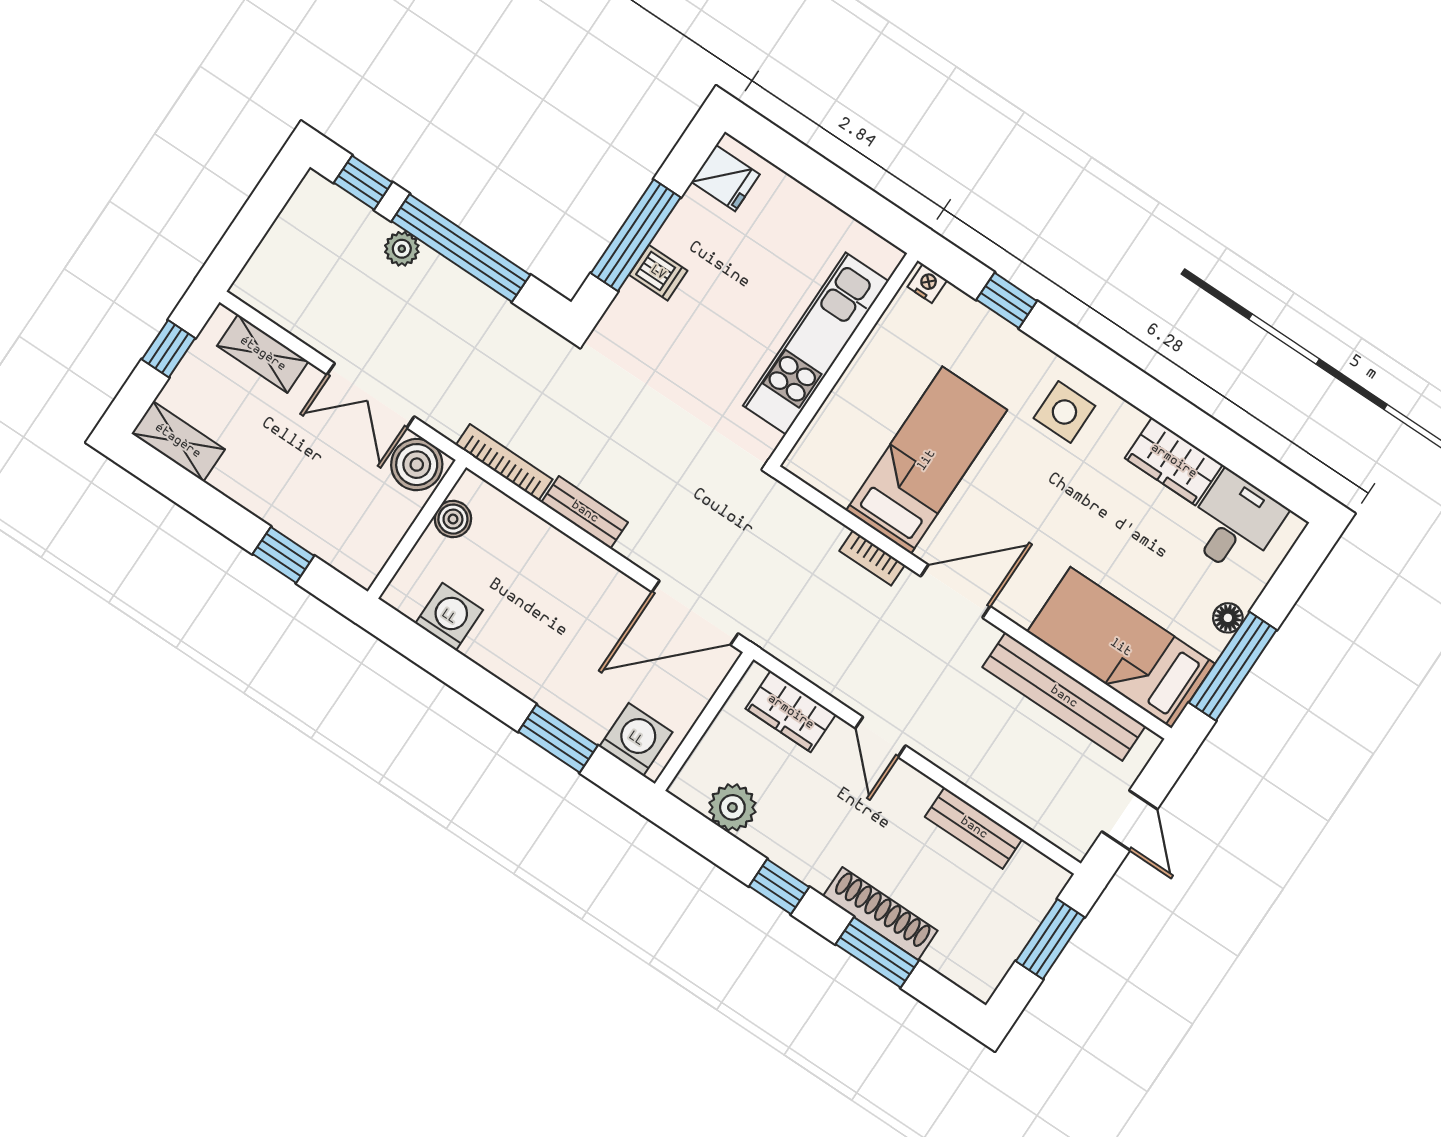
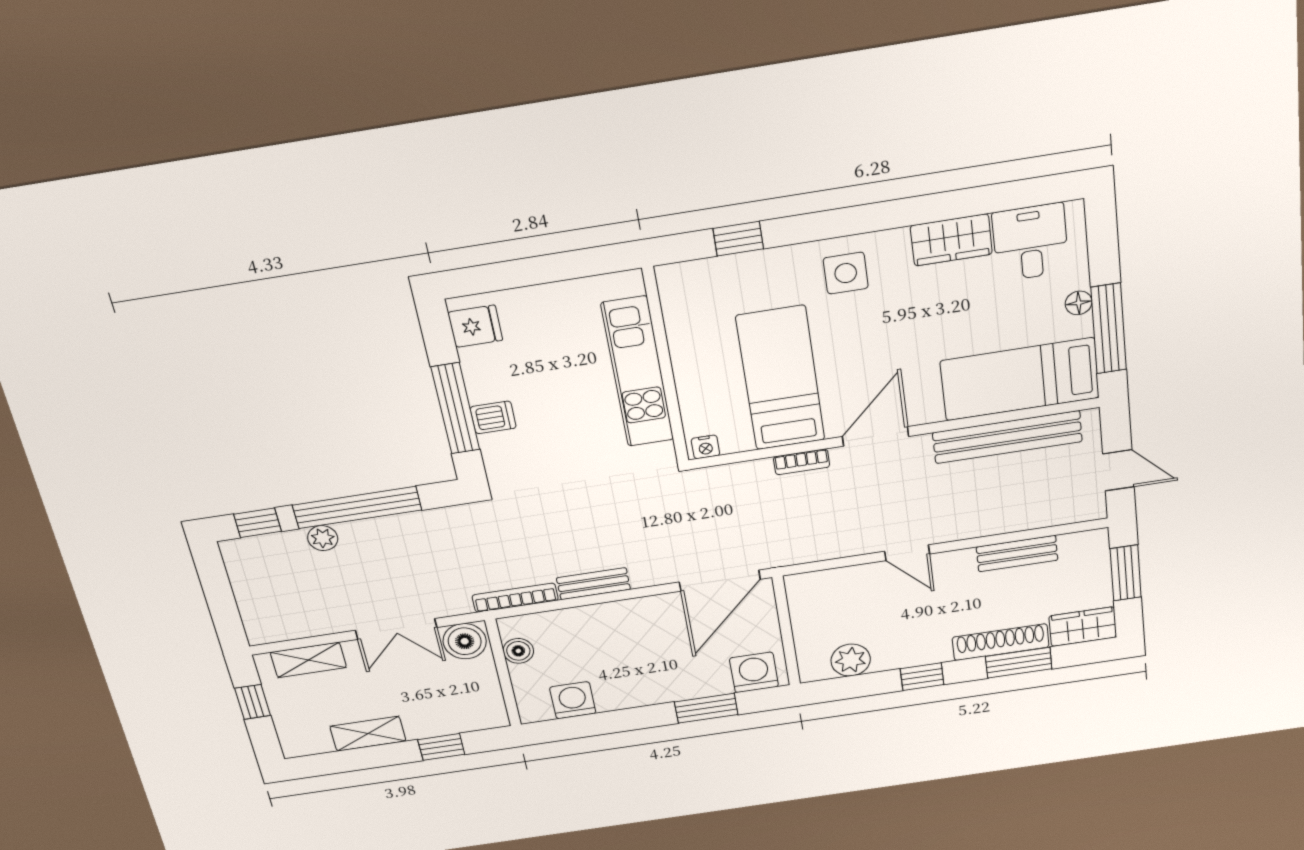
nightstand: (927, 283) -> (705, 447), moved, turned 180
shelving: (178, 441) -> (368, 734), moved
wardrobe: (791, 712) -> (1083, 627), moved, turned 180

